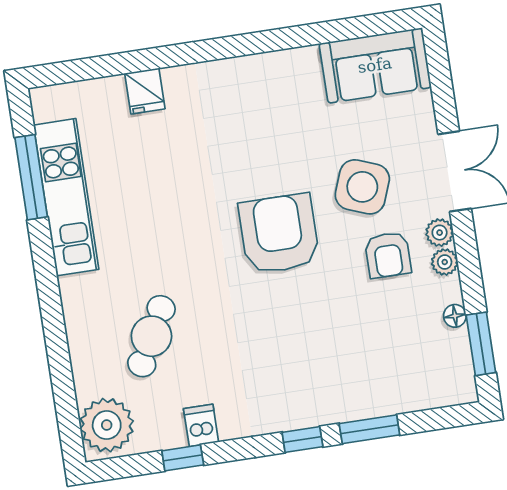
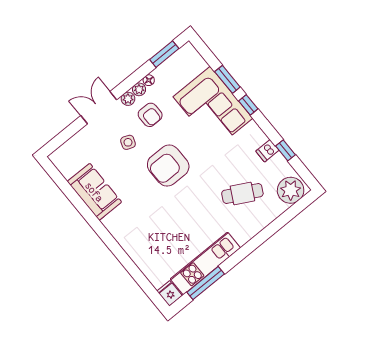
sofa: (375, 65) -> (94, 192), moved
fridge: (145, 91) -> (170, 293), moved, turned -90
side table: (362, 187) -> (128, 142), width x0.54, depth x0.54
armchair: (388, 255) -> (150, 115), turned 90
floor lamp: (455, 316) -> (149, 80), moved
corner sofa: (335, 374) -> (213, 107), added

